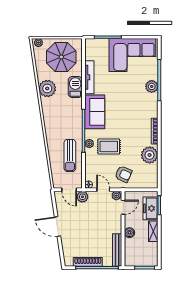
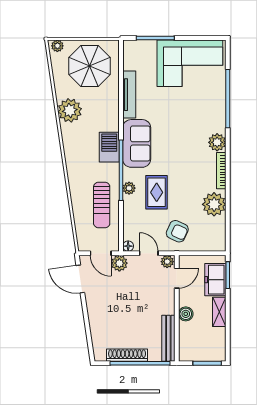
plant: (152, 86) -> (217, 142), moved
barbecue: (75, 87) -> (109, 147), moved
rug: (109, 146) -> (157, 192), turned 90
door: (57, 227) -> (80, 279), moved

